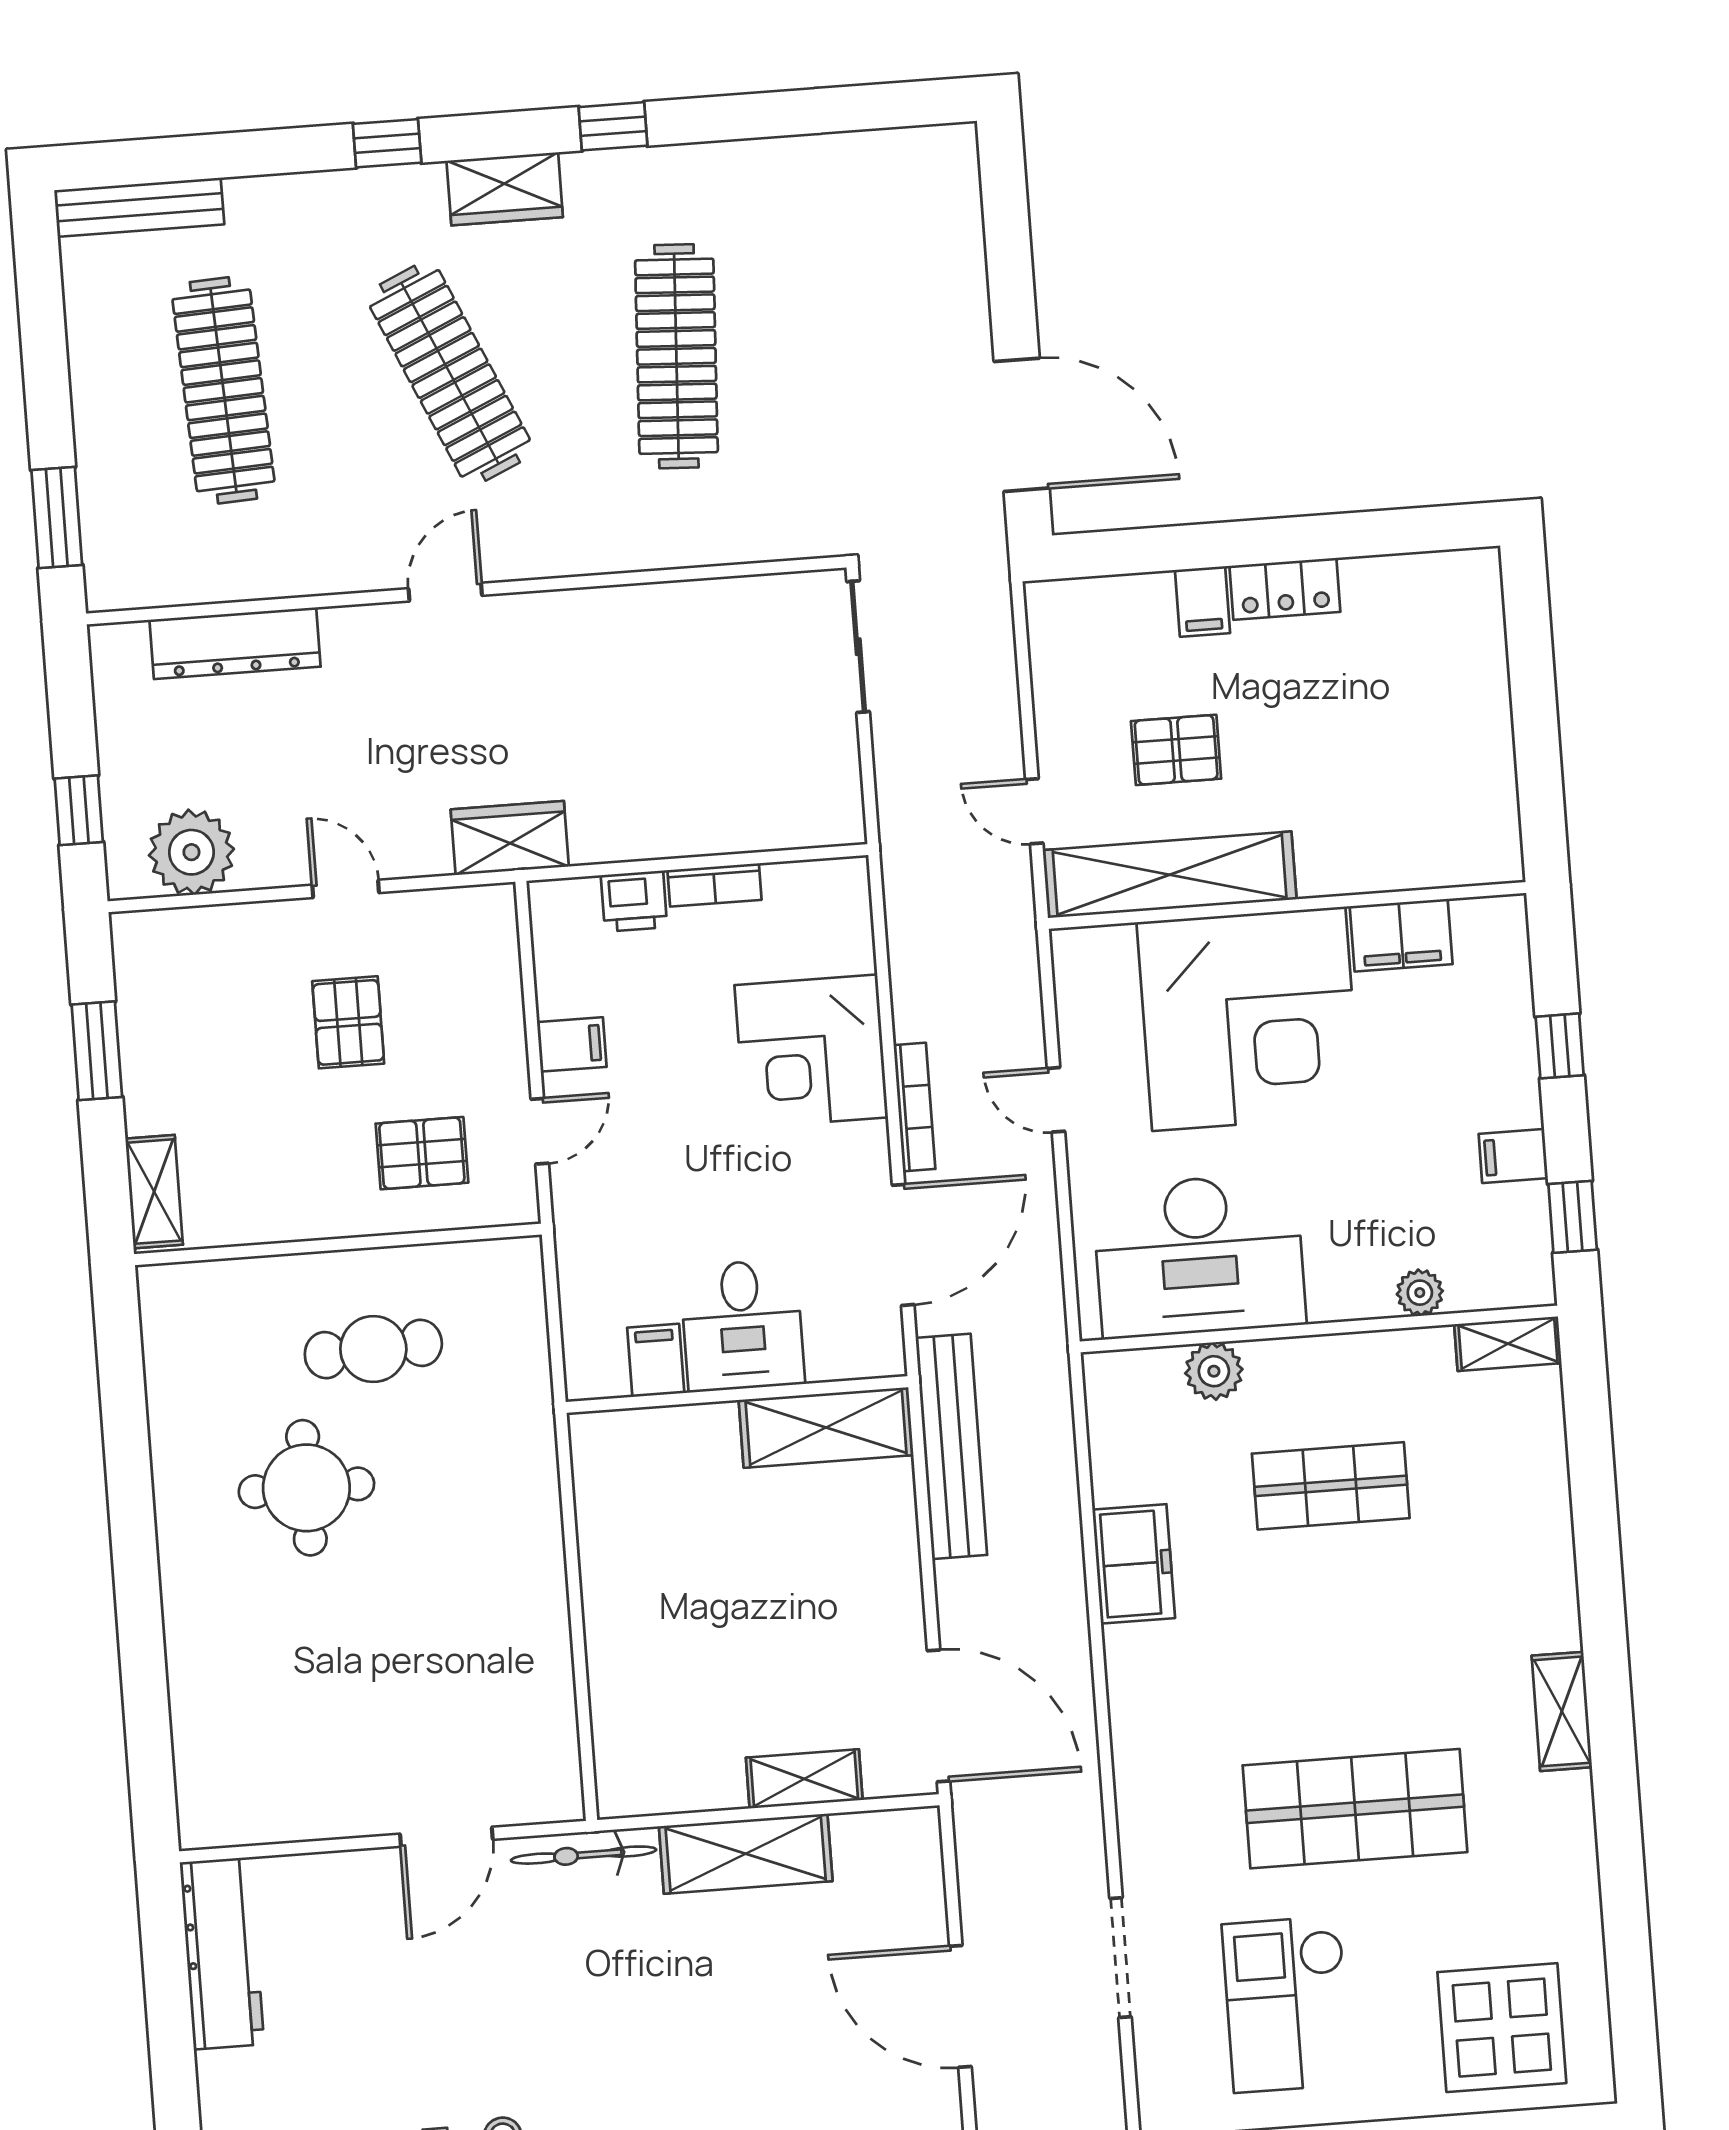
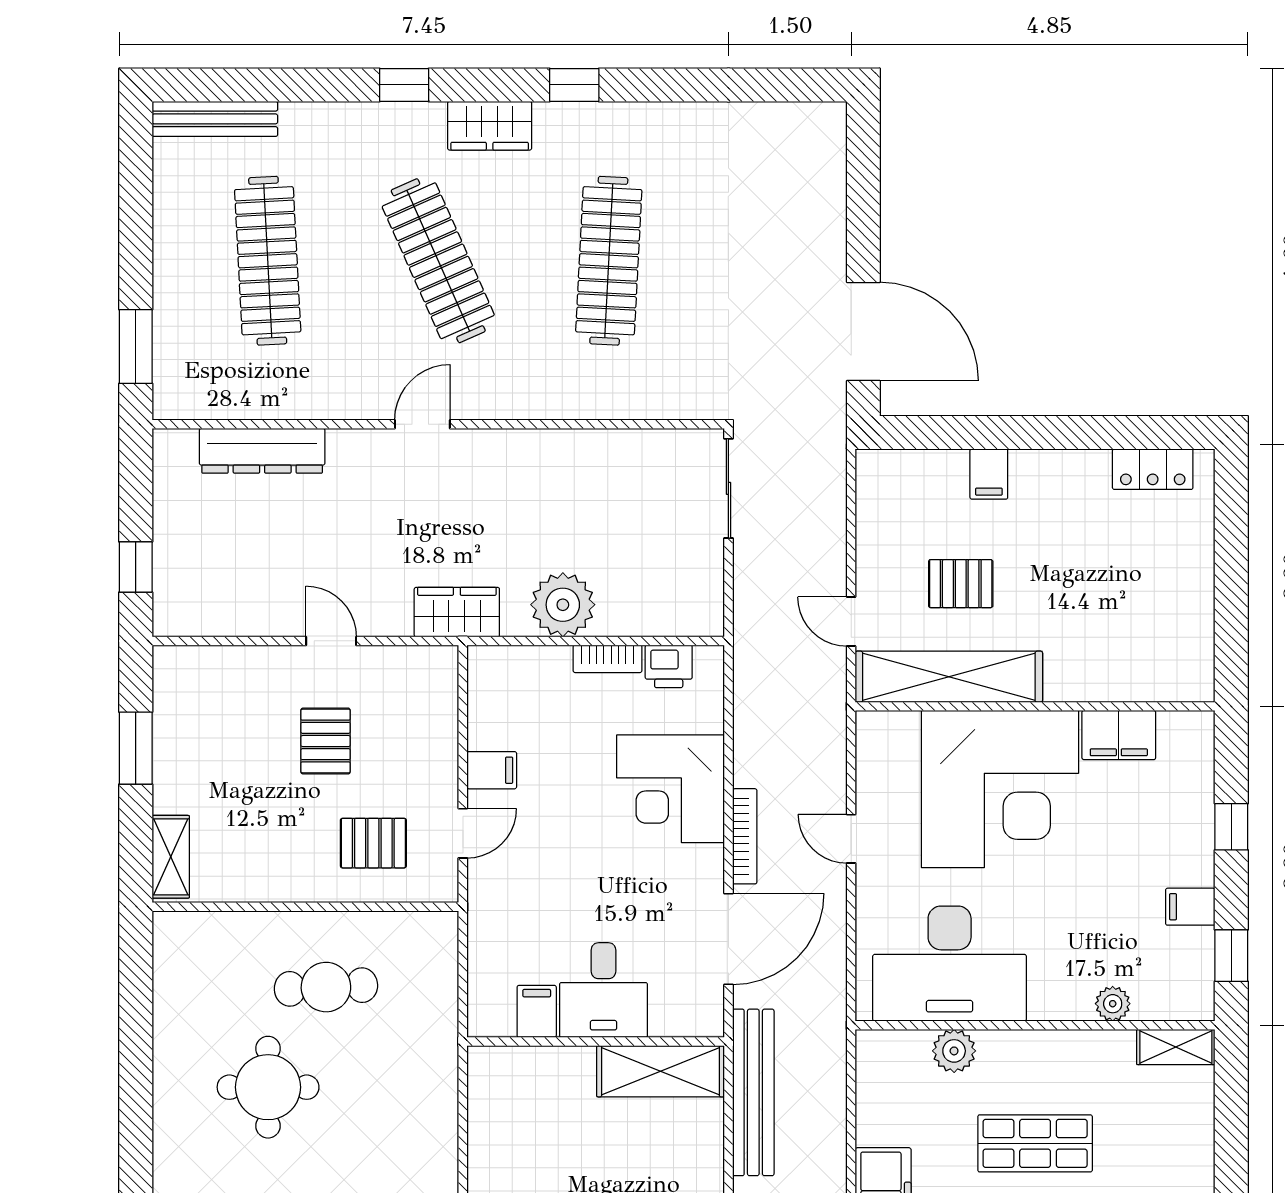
locker: (1285, 589) -> (1153, 469), moved
plant: (191, 852) -> (563, 605), moved
printer: (634, 901) -> (669, 666), moved

